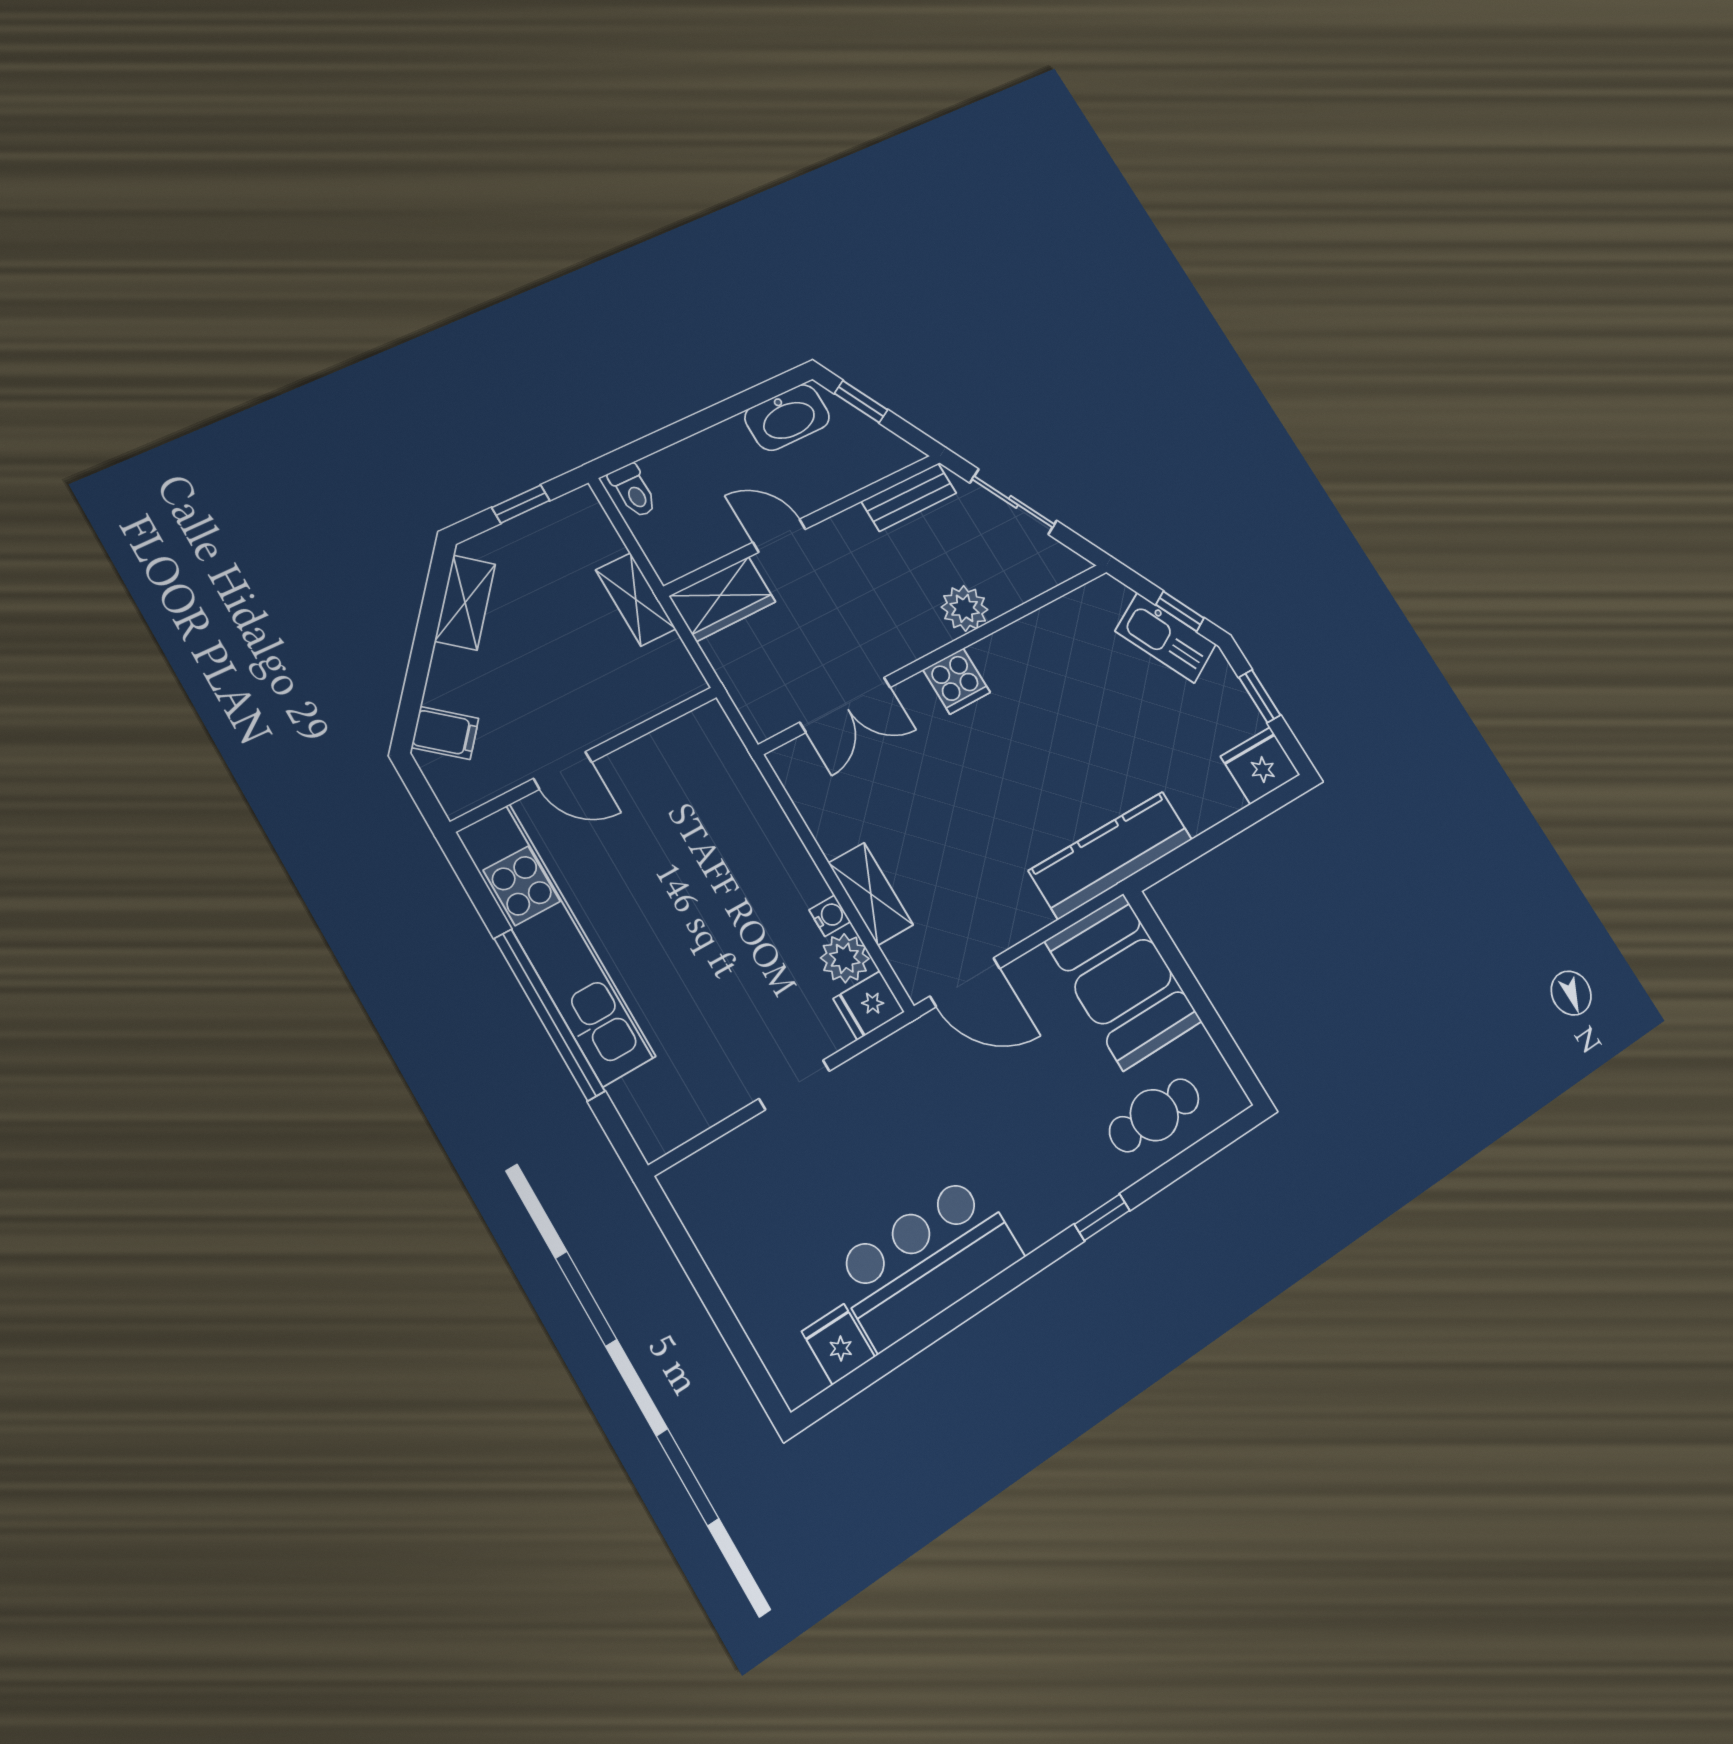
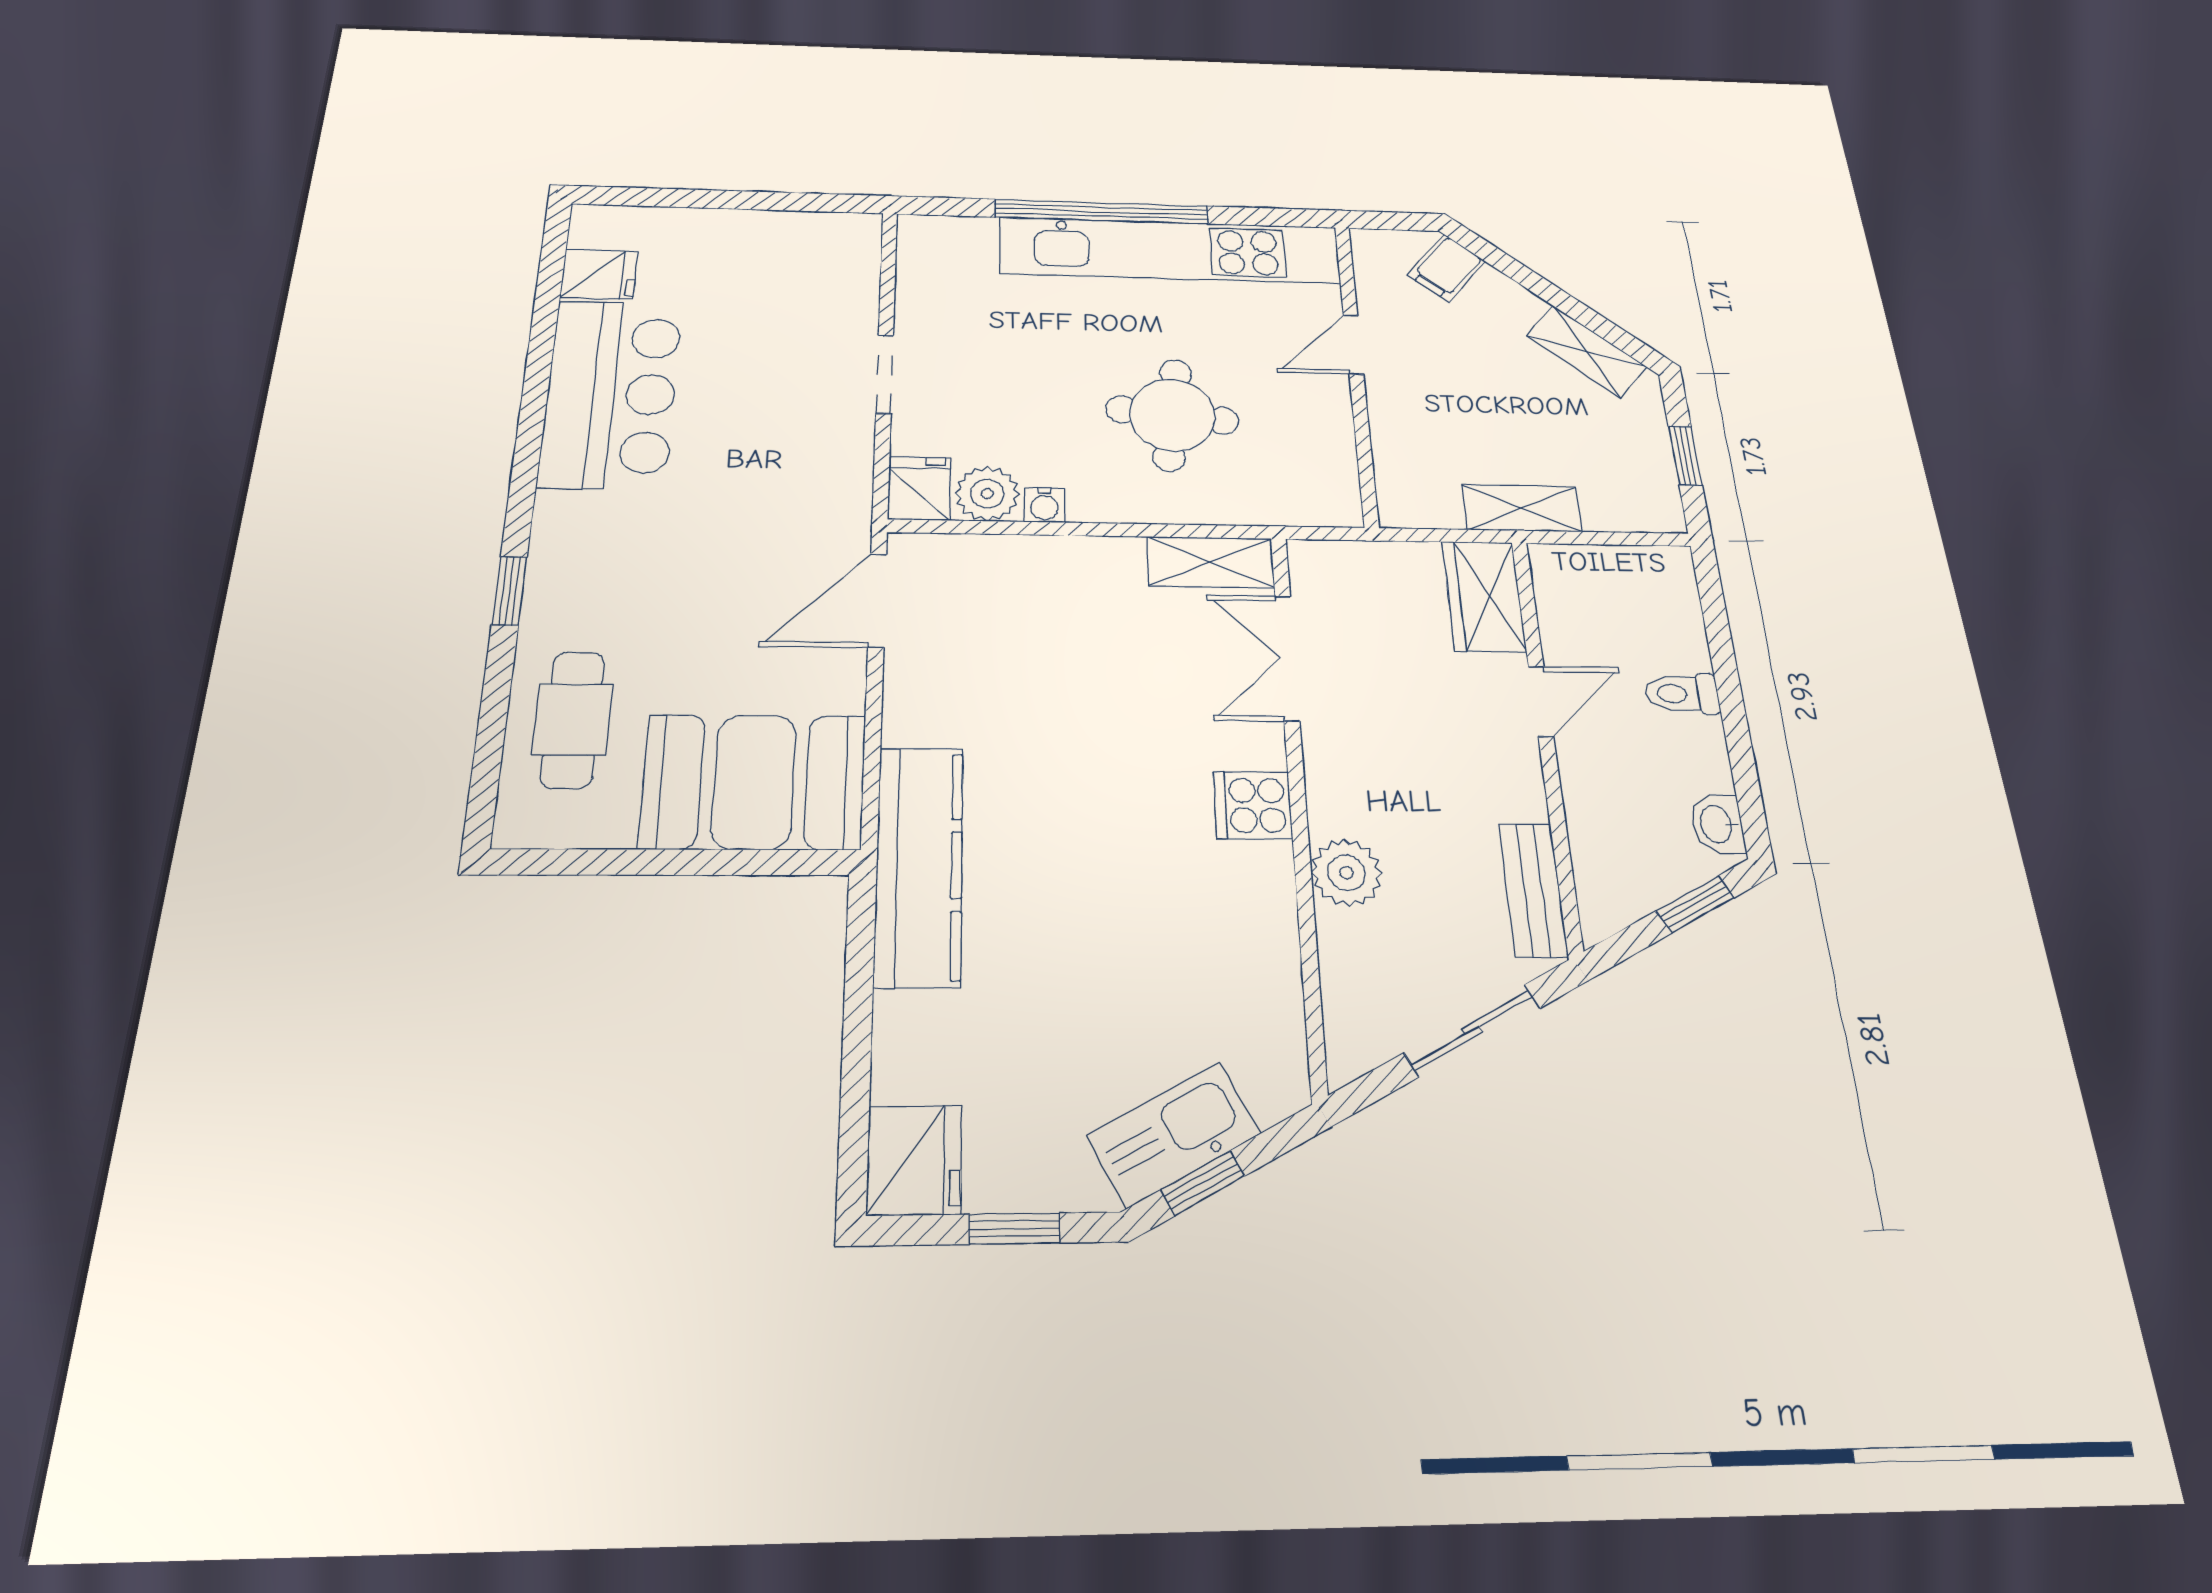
washbasin: (787, 417) -> (1717, 824), width x0.52, depth x0.69
toilet: (633, 491) -> (1682, 694), moved
round table: (704, 868) -> (1172, 415), added
shelving: (871, 894) -> (1210, 562), moved

